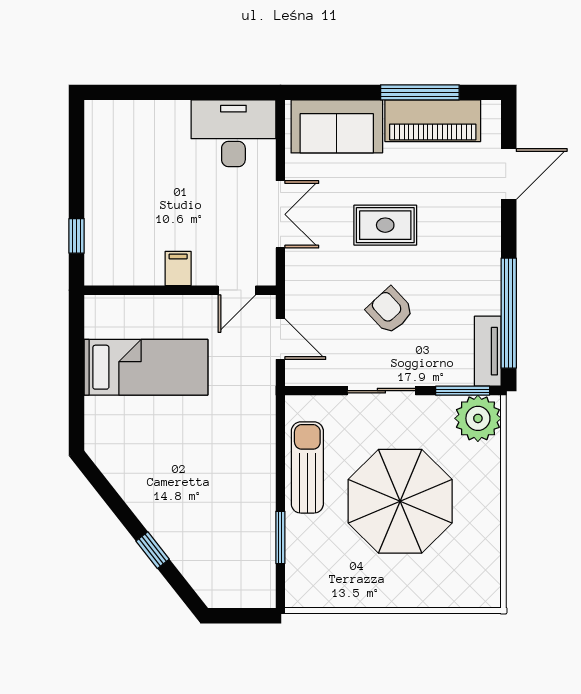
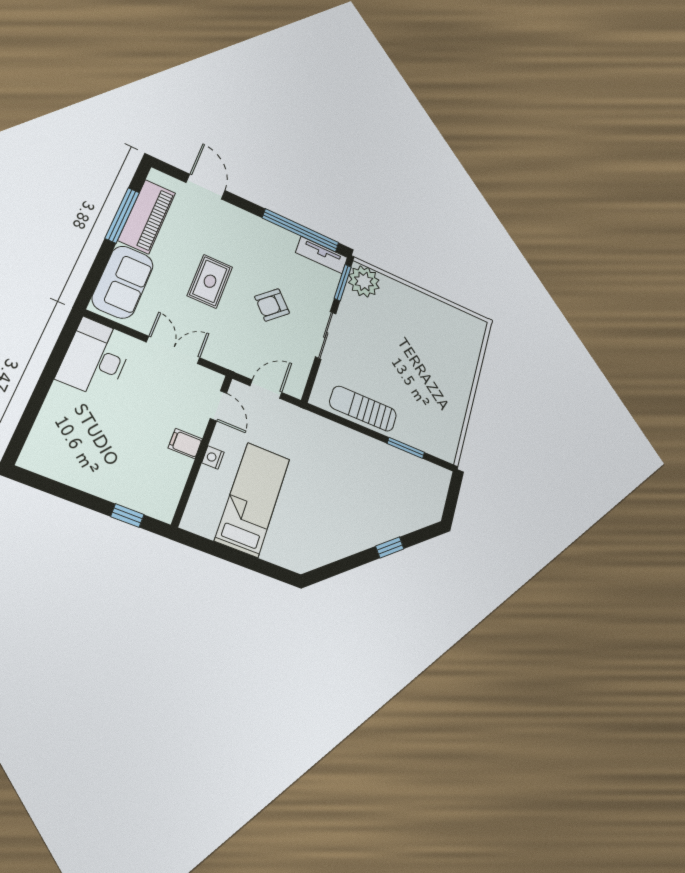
nightstand: (175, 305) -> (213, 458), added
parasol: (400, 501) -> (404, 356), removed

